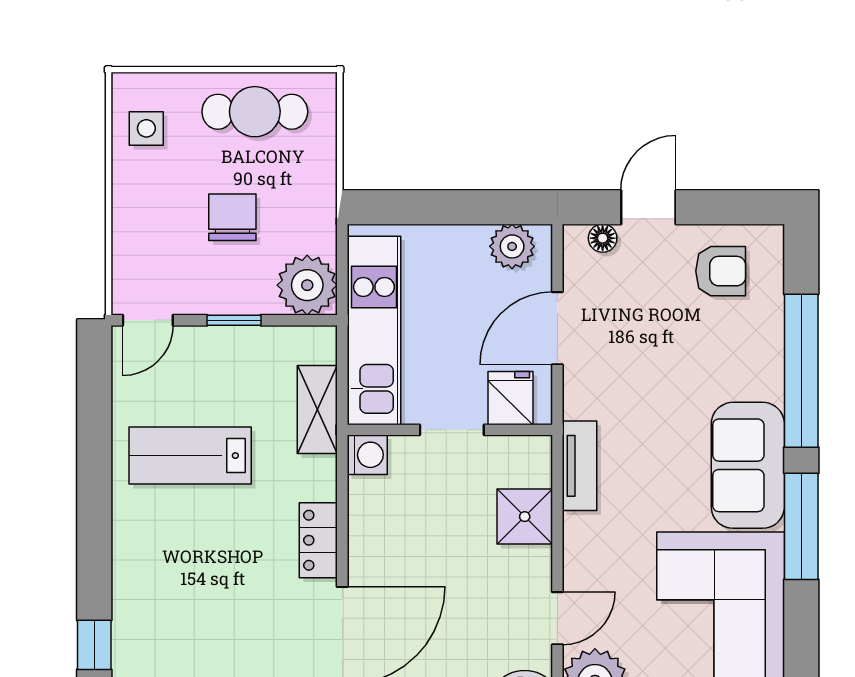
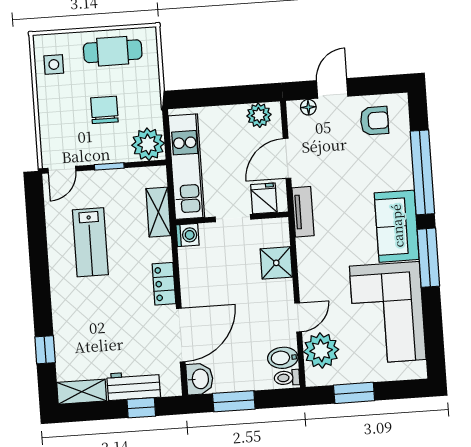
lab bench: (190, 456) -> (90, 242), turned -90
tv unit: (580, 466) -> (303, 212), moved

